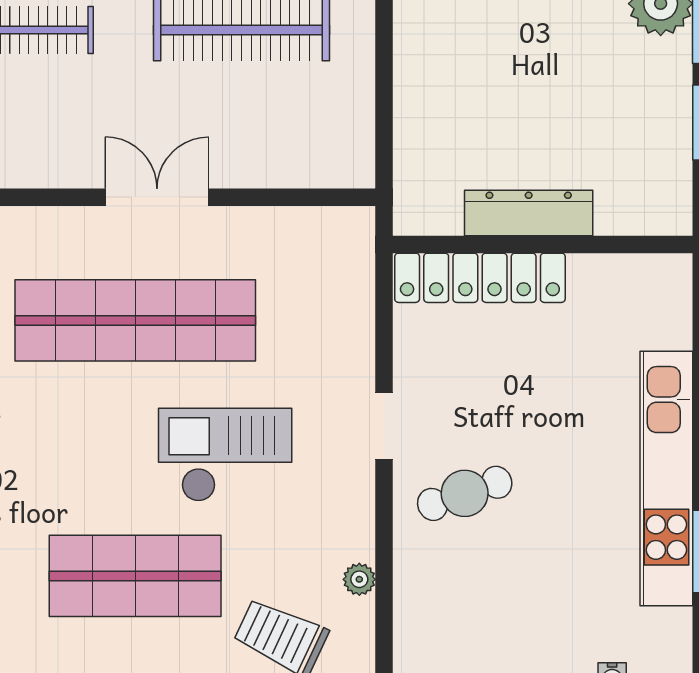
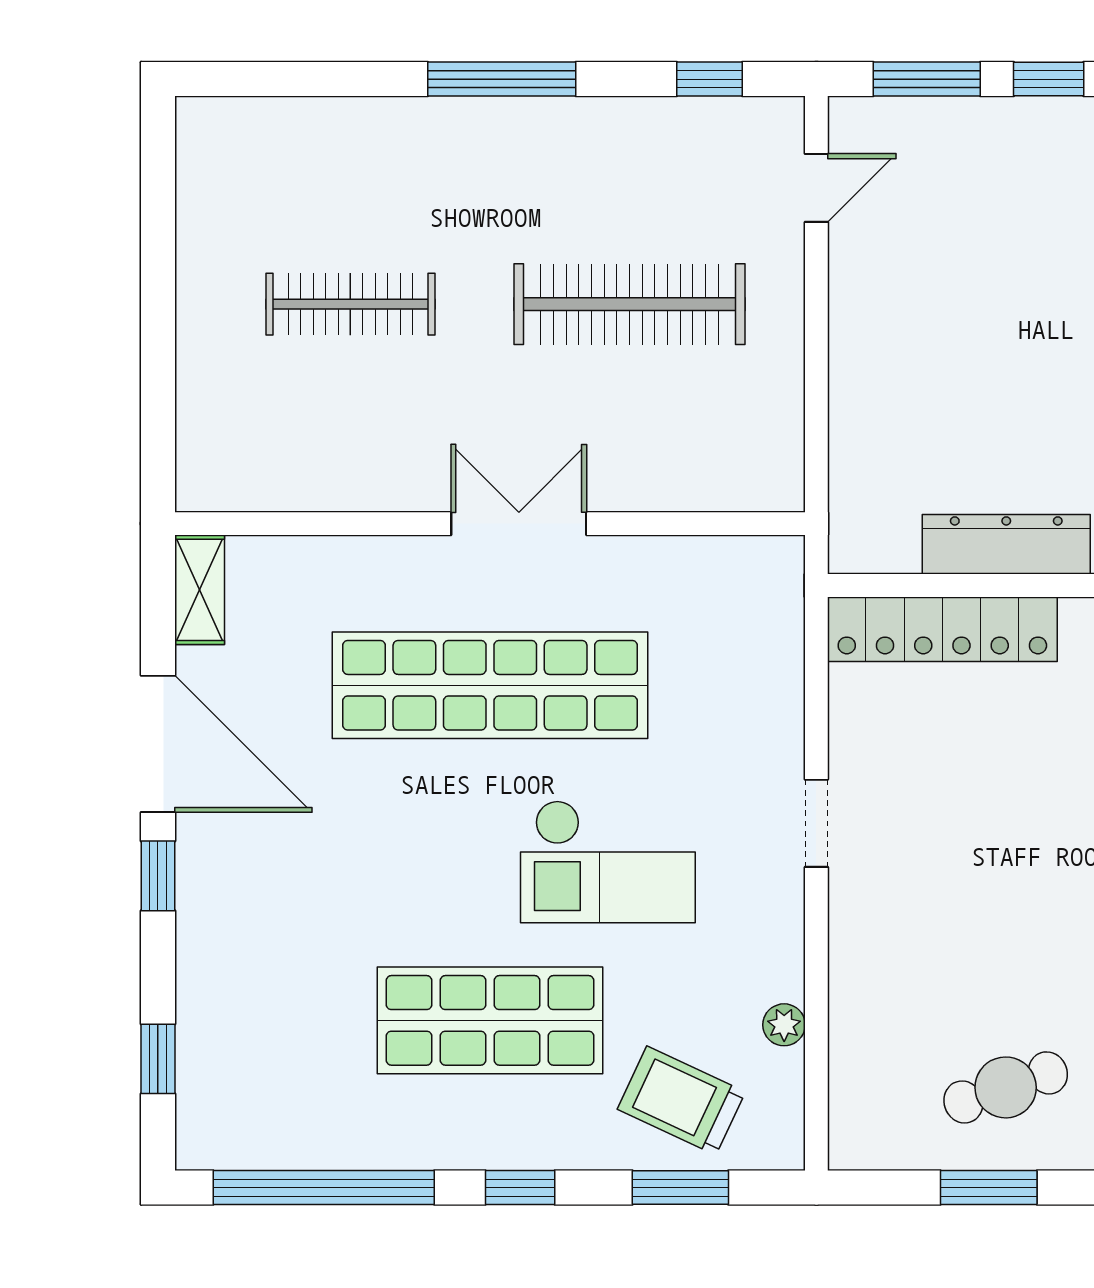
checkout: (225, 455) -> (608, 862), turned 180
cafe table: (465, 493) -> (1006, 1087), moved

